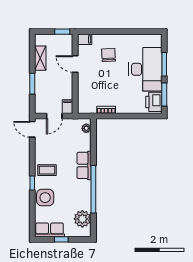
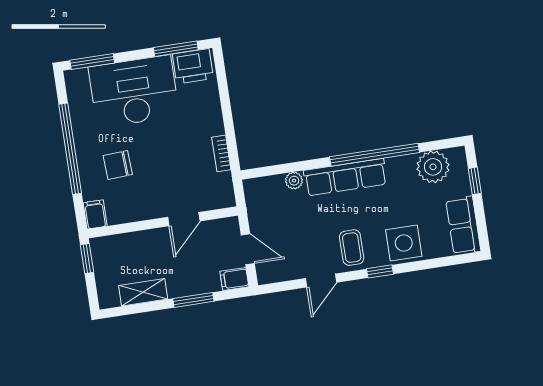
window: (121, 32) -> (70, 149), added
door: (75, 64) -> (184, 219), moved
window: (164, 64) -> (92, 62), moved
filing cabinet: (67, 107) -> (234, 279), moved
plant: (86, 128) -> (294, 181), moved
door: (32, 129) -> (321, 280), moved
row of seats: (84, 165) -> (345, 177), width x1.48
window: (61, 239) -> (475, 181), moved

